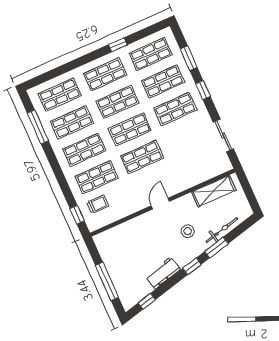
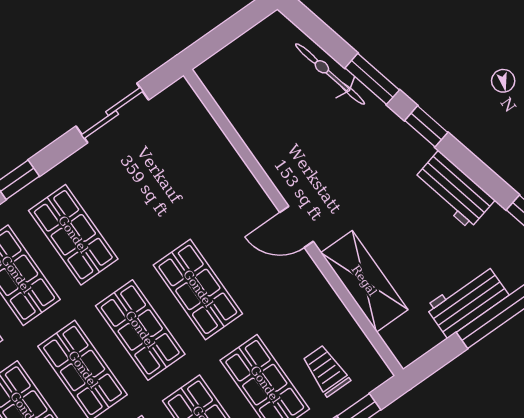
shelving: (214, 191) -> (364, 281), moved
stool: (188, 231) -> (348, 152), removed
workbench: (115, 269) -> (467, 301), added

